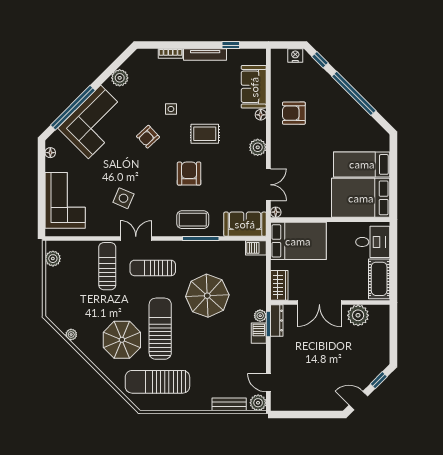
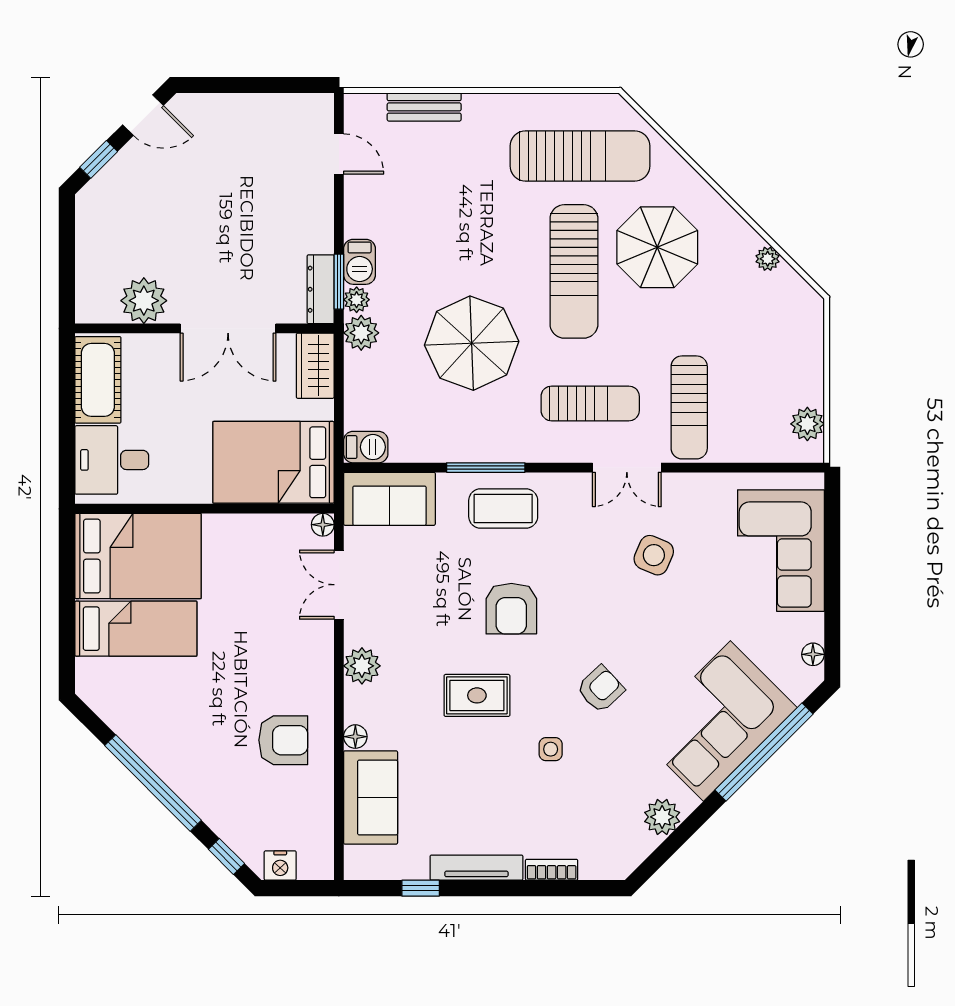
double door: (319, 302) -> (228, 328), swing flipped
plant: (258, 403) -> (361, 333), moved

